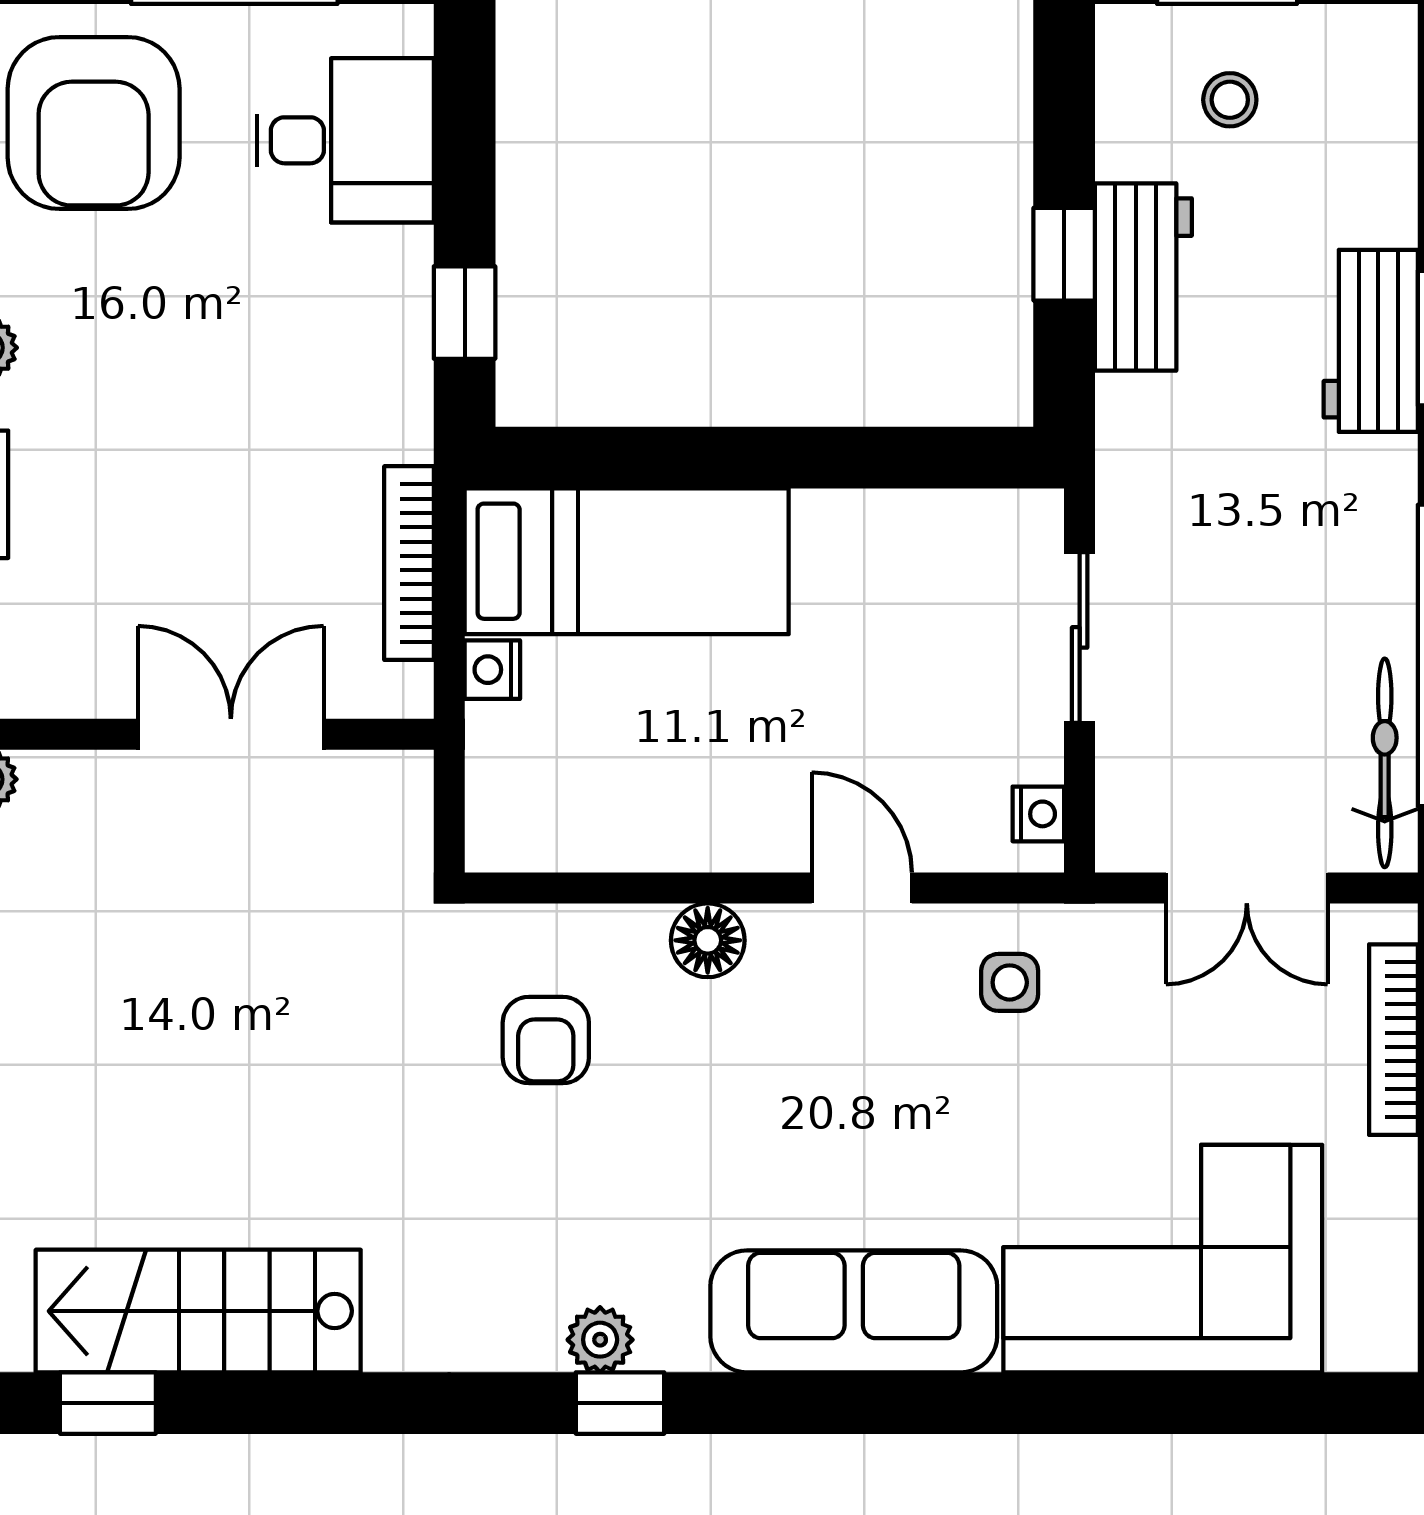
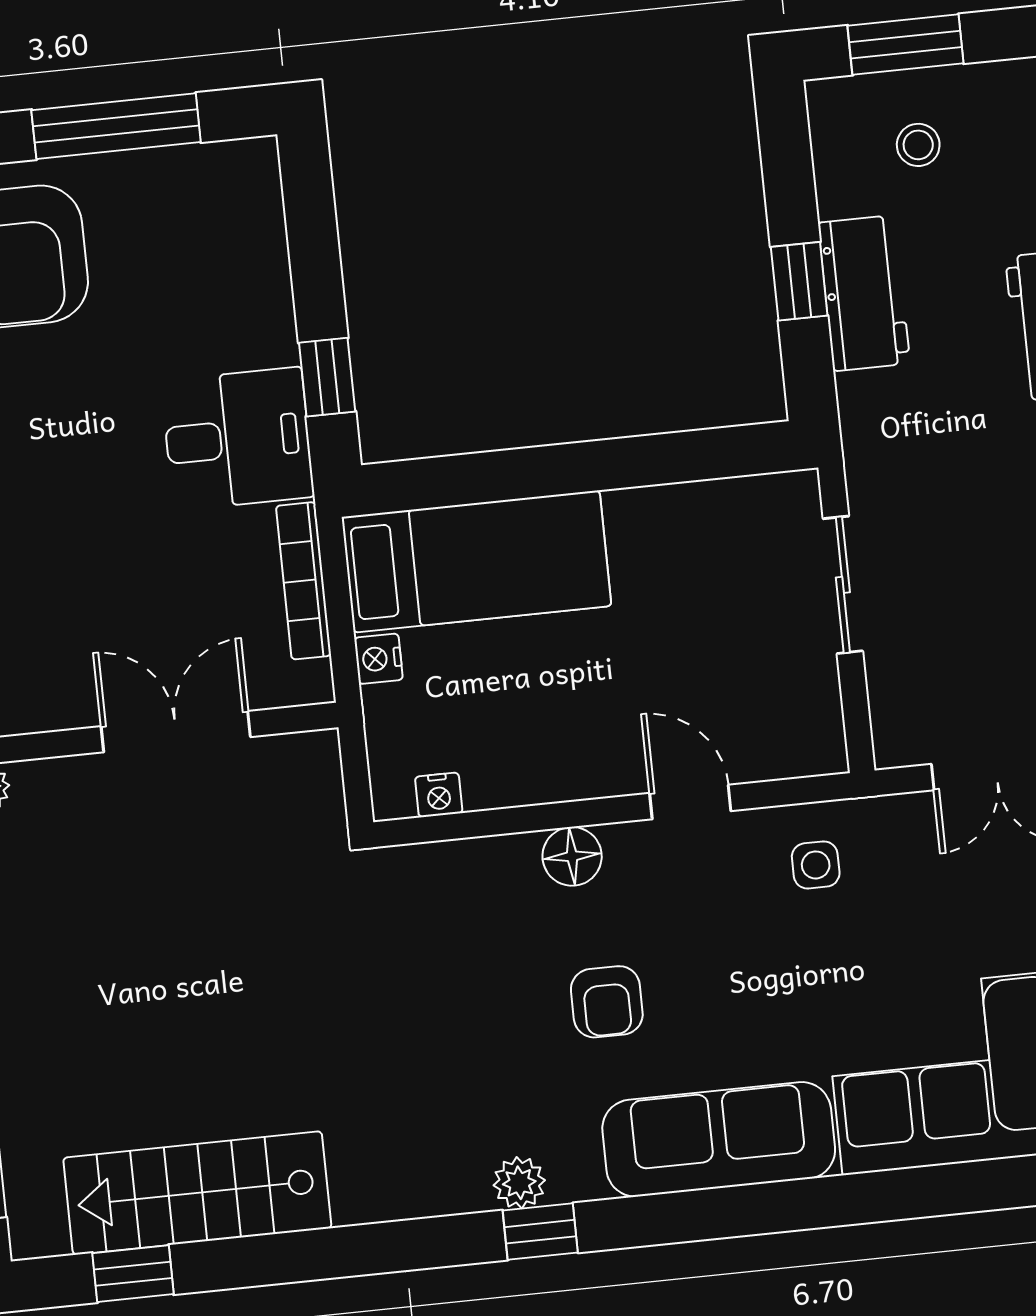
desk: (345, 140) -> (238, 439), moved
nightstand: (1038, 814) -> (439, 795), moved, turned 90
armchair: (546, 1040) -> (607, 1002), moved

